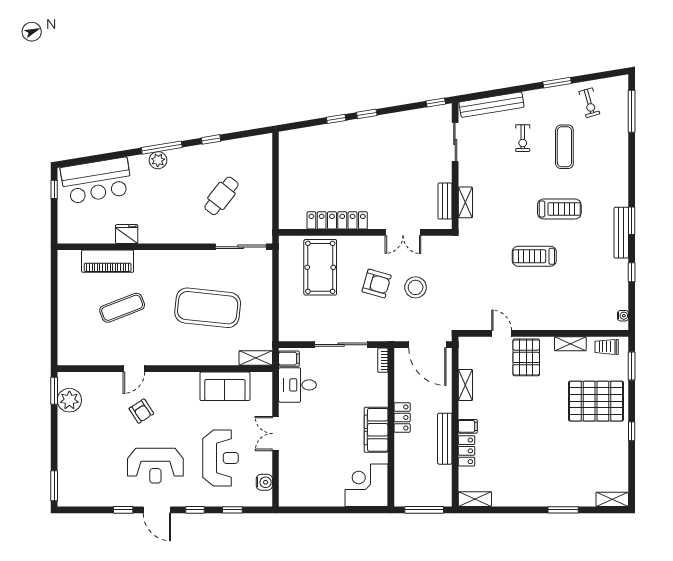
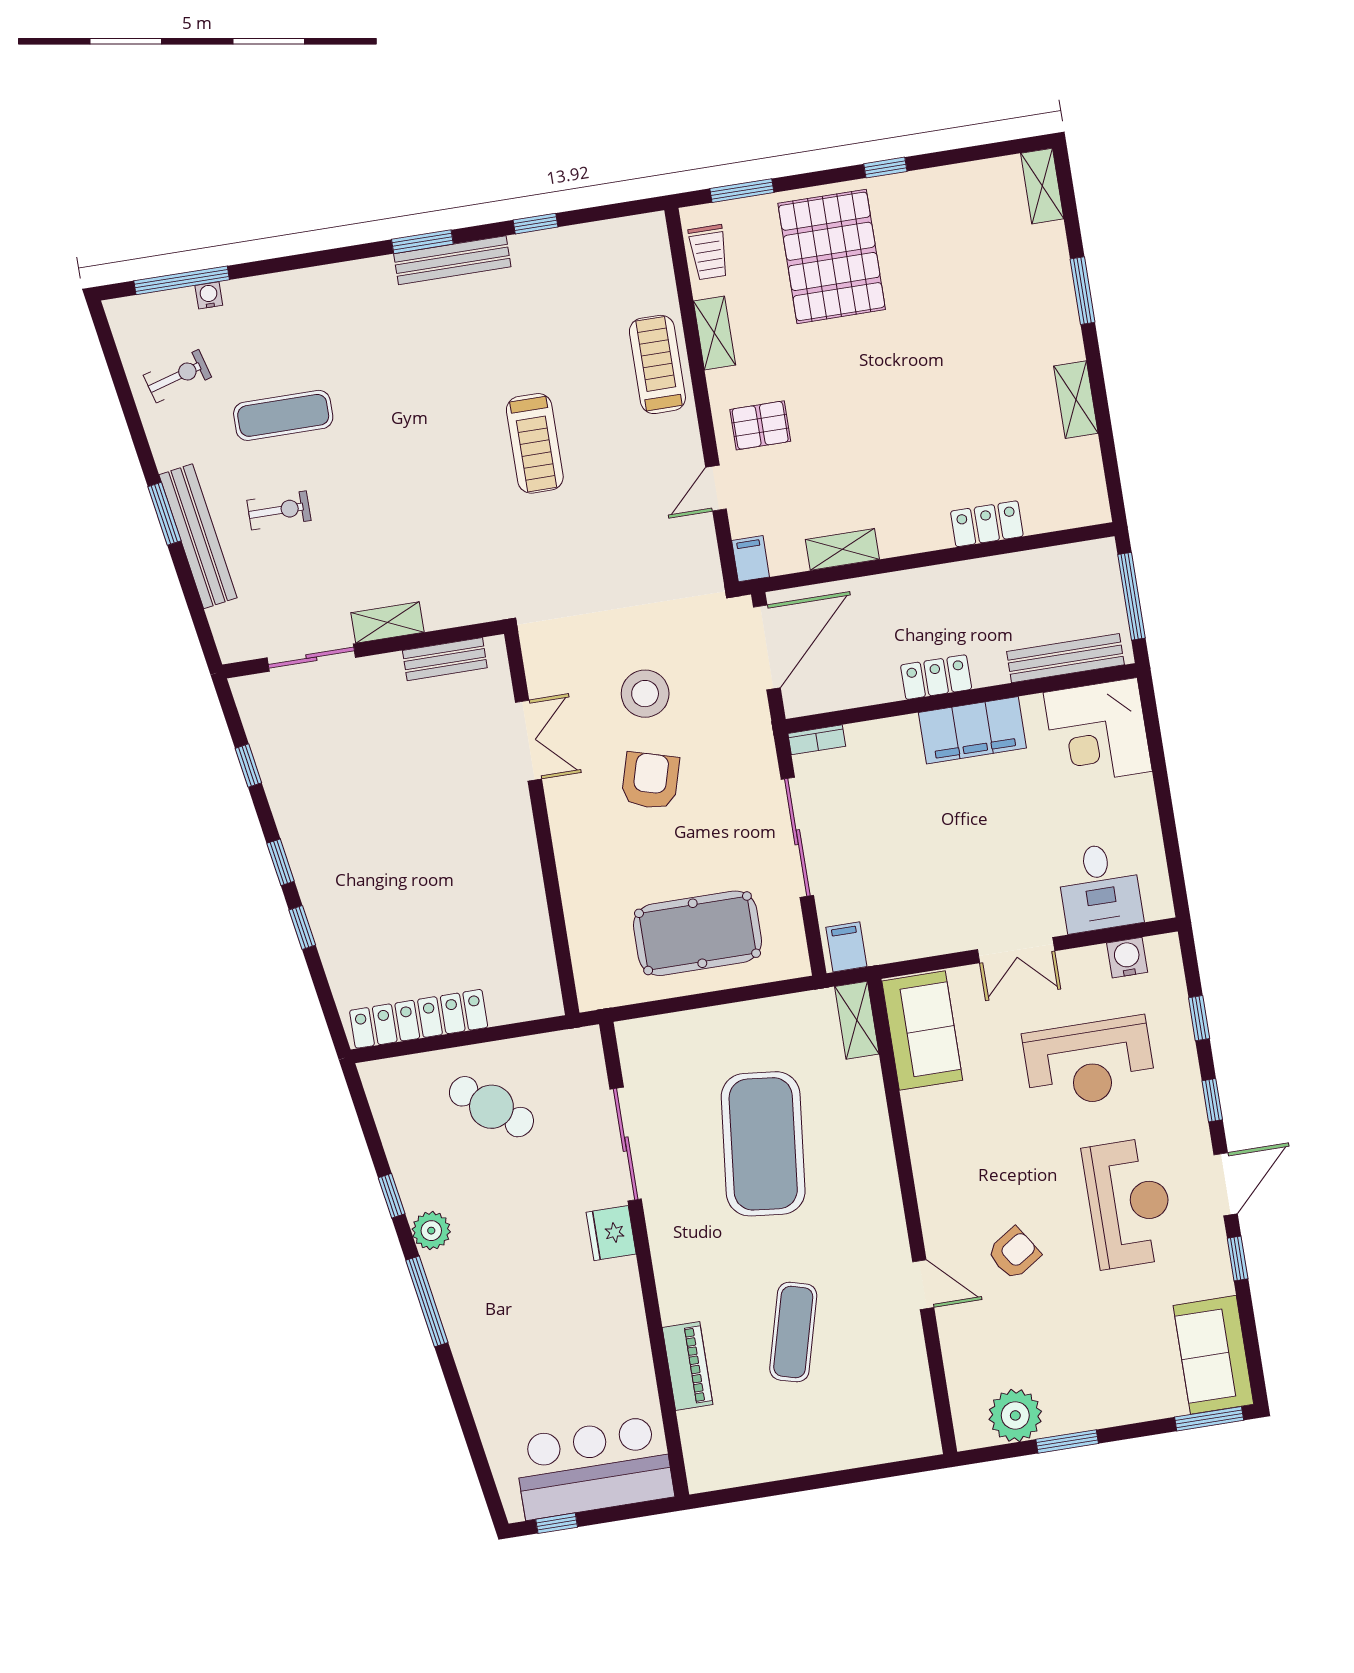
window: (557, 83) -> (164, 514), moved
window: (436, 103) -> (248, 766), moved
bench: (491, 105) -> (198, 536), moved
plant: (158, 160) -> (431, 1231), moved
bar counter: (96, 181) -> (594, 1467), moved, turned -81
cafe table: (221, 196) -> (491, 1107), moved
shelving: (465, 202) -> (387, 622), moved
treadmill: (559, 209) -> (657, 364), moved
locker: (337, 220) -> (419, 1019), moved, turned 90
fridge: (127, 234) -> (611, 1233), moved
sliding door: (241, 247) -> (626, 1144), moved
piano: (108, 261) -> (688, 1366), width x0.73, depth x0.75
pool table: (320, 267) -> (698, 933), moved
exercise mat: (122, 308) -> (793, 1332), turned 36
water cooler: (623, 316) -> (209, 295), moved
pallet: (526, 357) -> (760, 425), width x0.67, depth x0.71
desk: (297, 385) -> (1100, 887), moved
sofa: (225, 386) -> (922, 1031), moved
window: (54, 391) -> (1067, 1441), moved
filing cabinet: (468, 426) -> (751, 559), moved
bench: (445, 439) -> (1065, 658), moved
reception desk: (221, 458) -> (1089, 1062), turned 180
sofa: (82, 492) -> (1213, 1355), added
shelving: (475, 499) -> (1076, 400), moved

